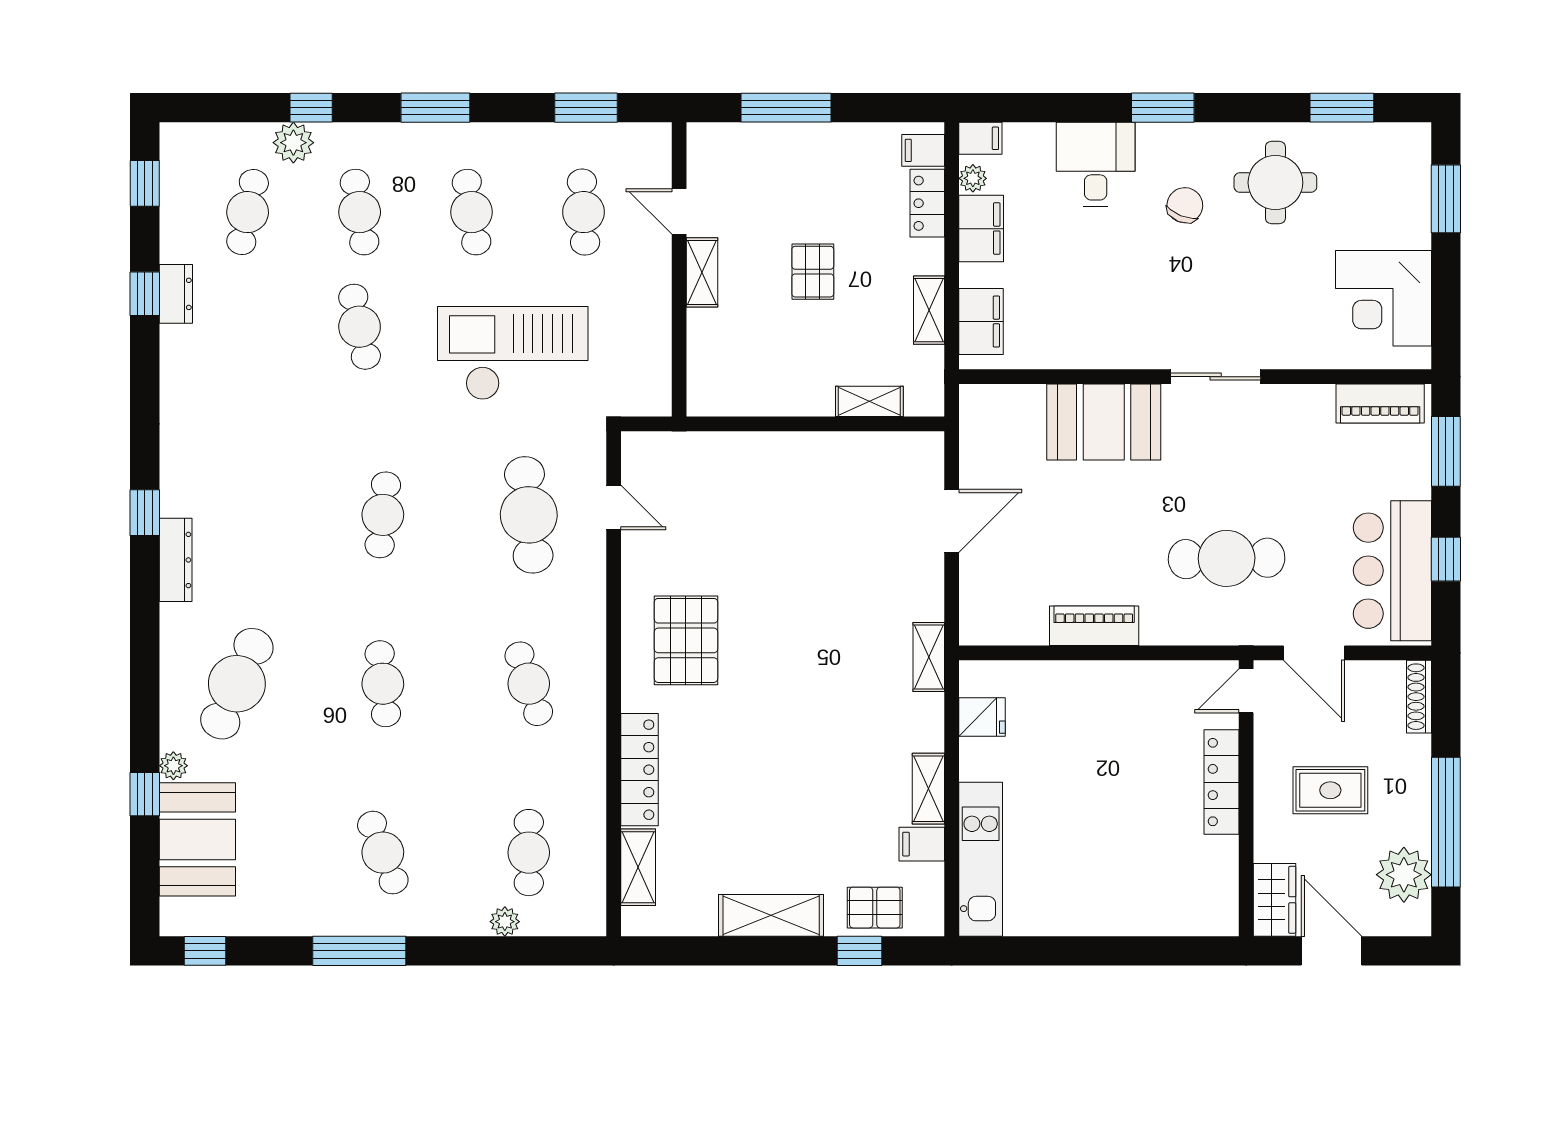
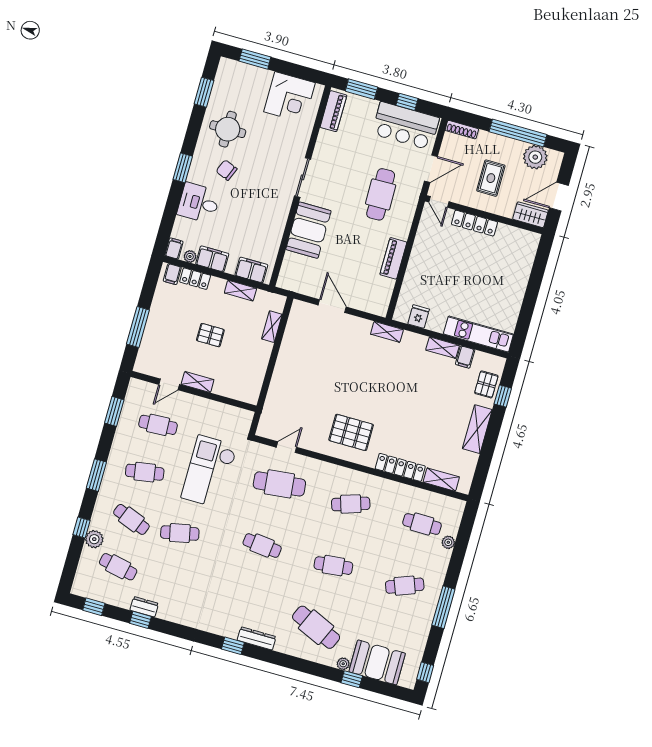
cafe table: (360, 212) -> (131, 519), turned 30

